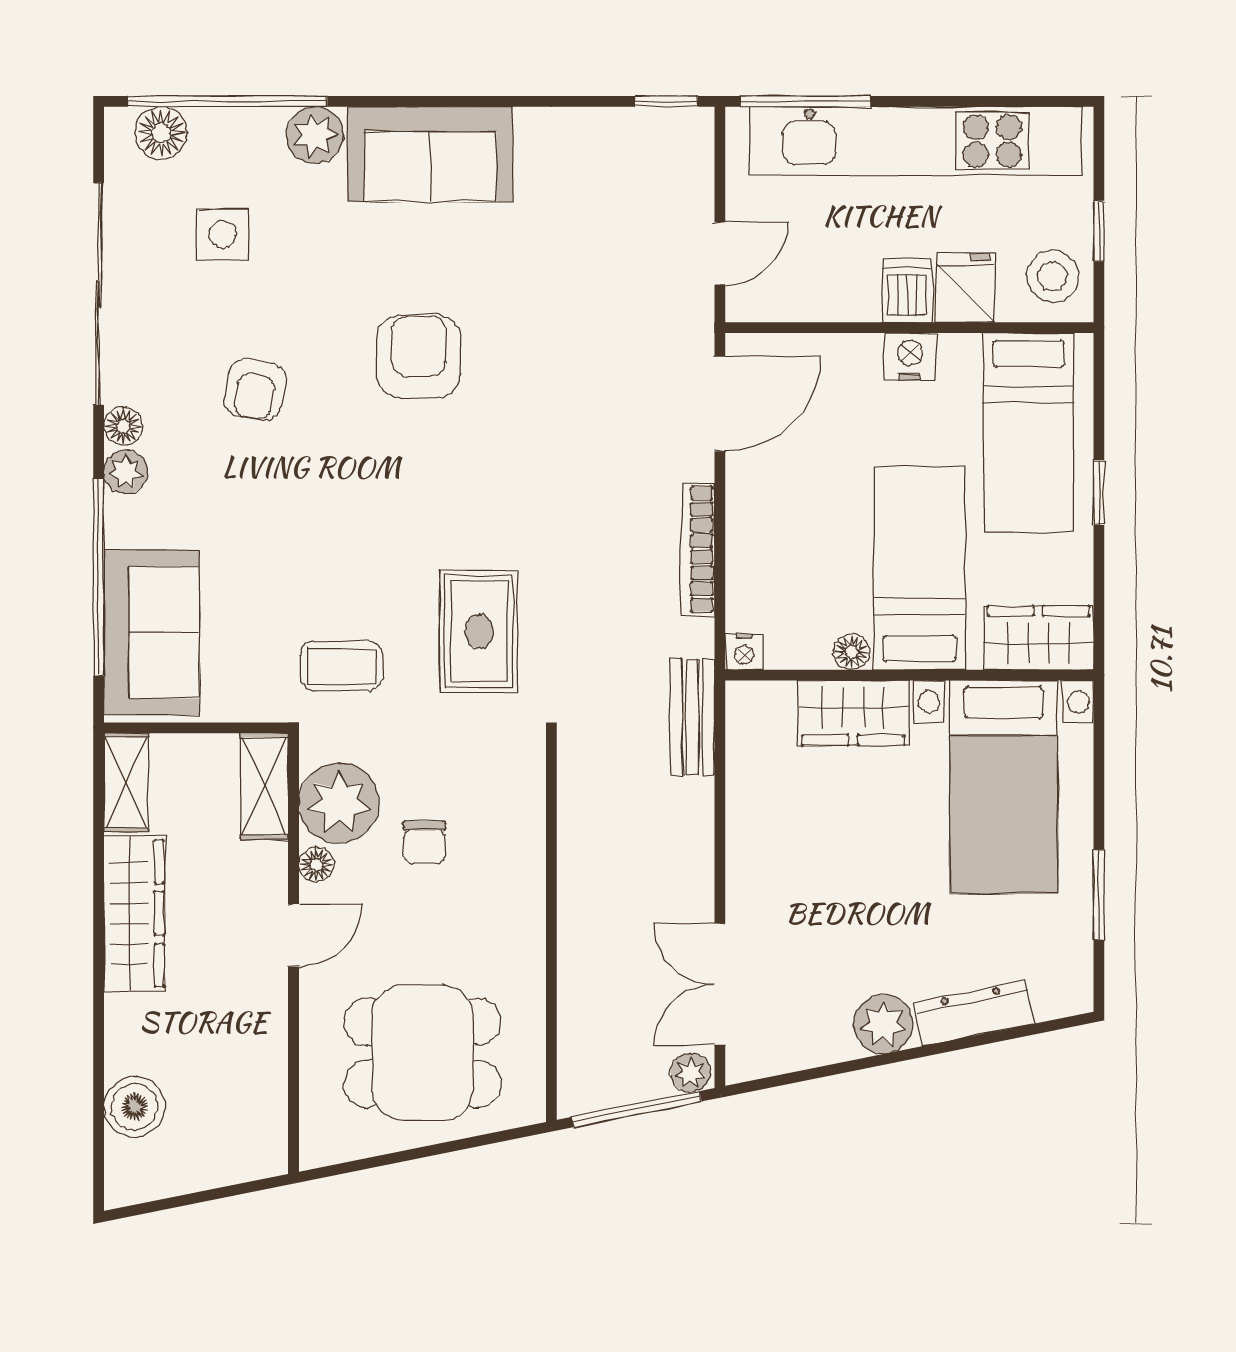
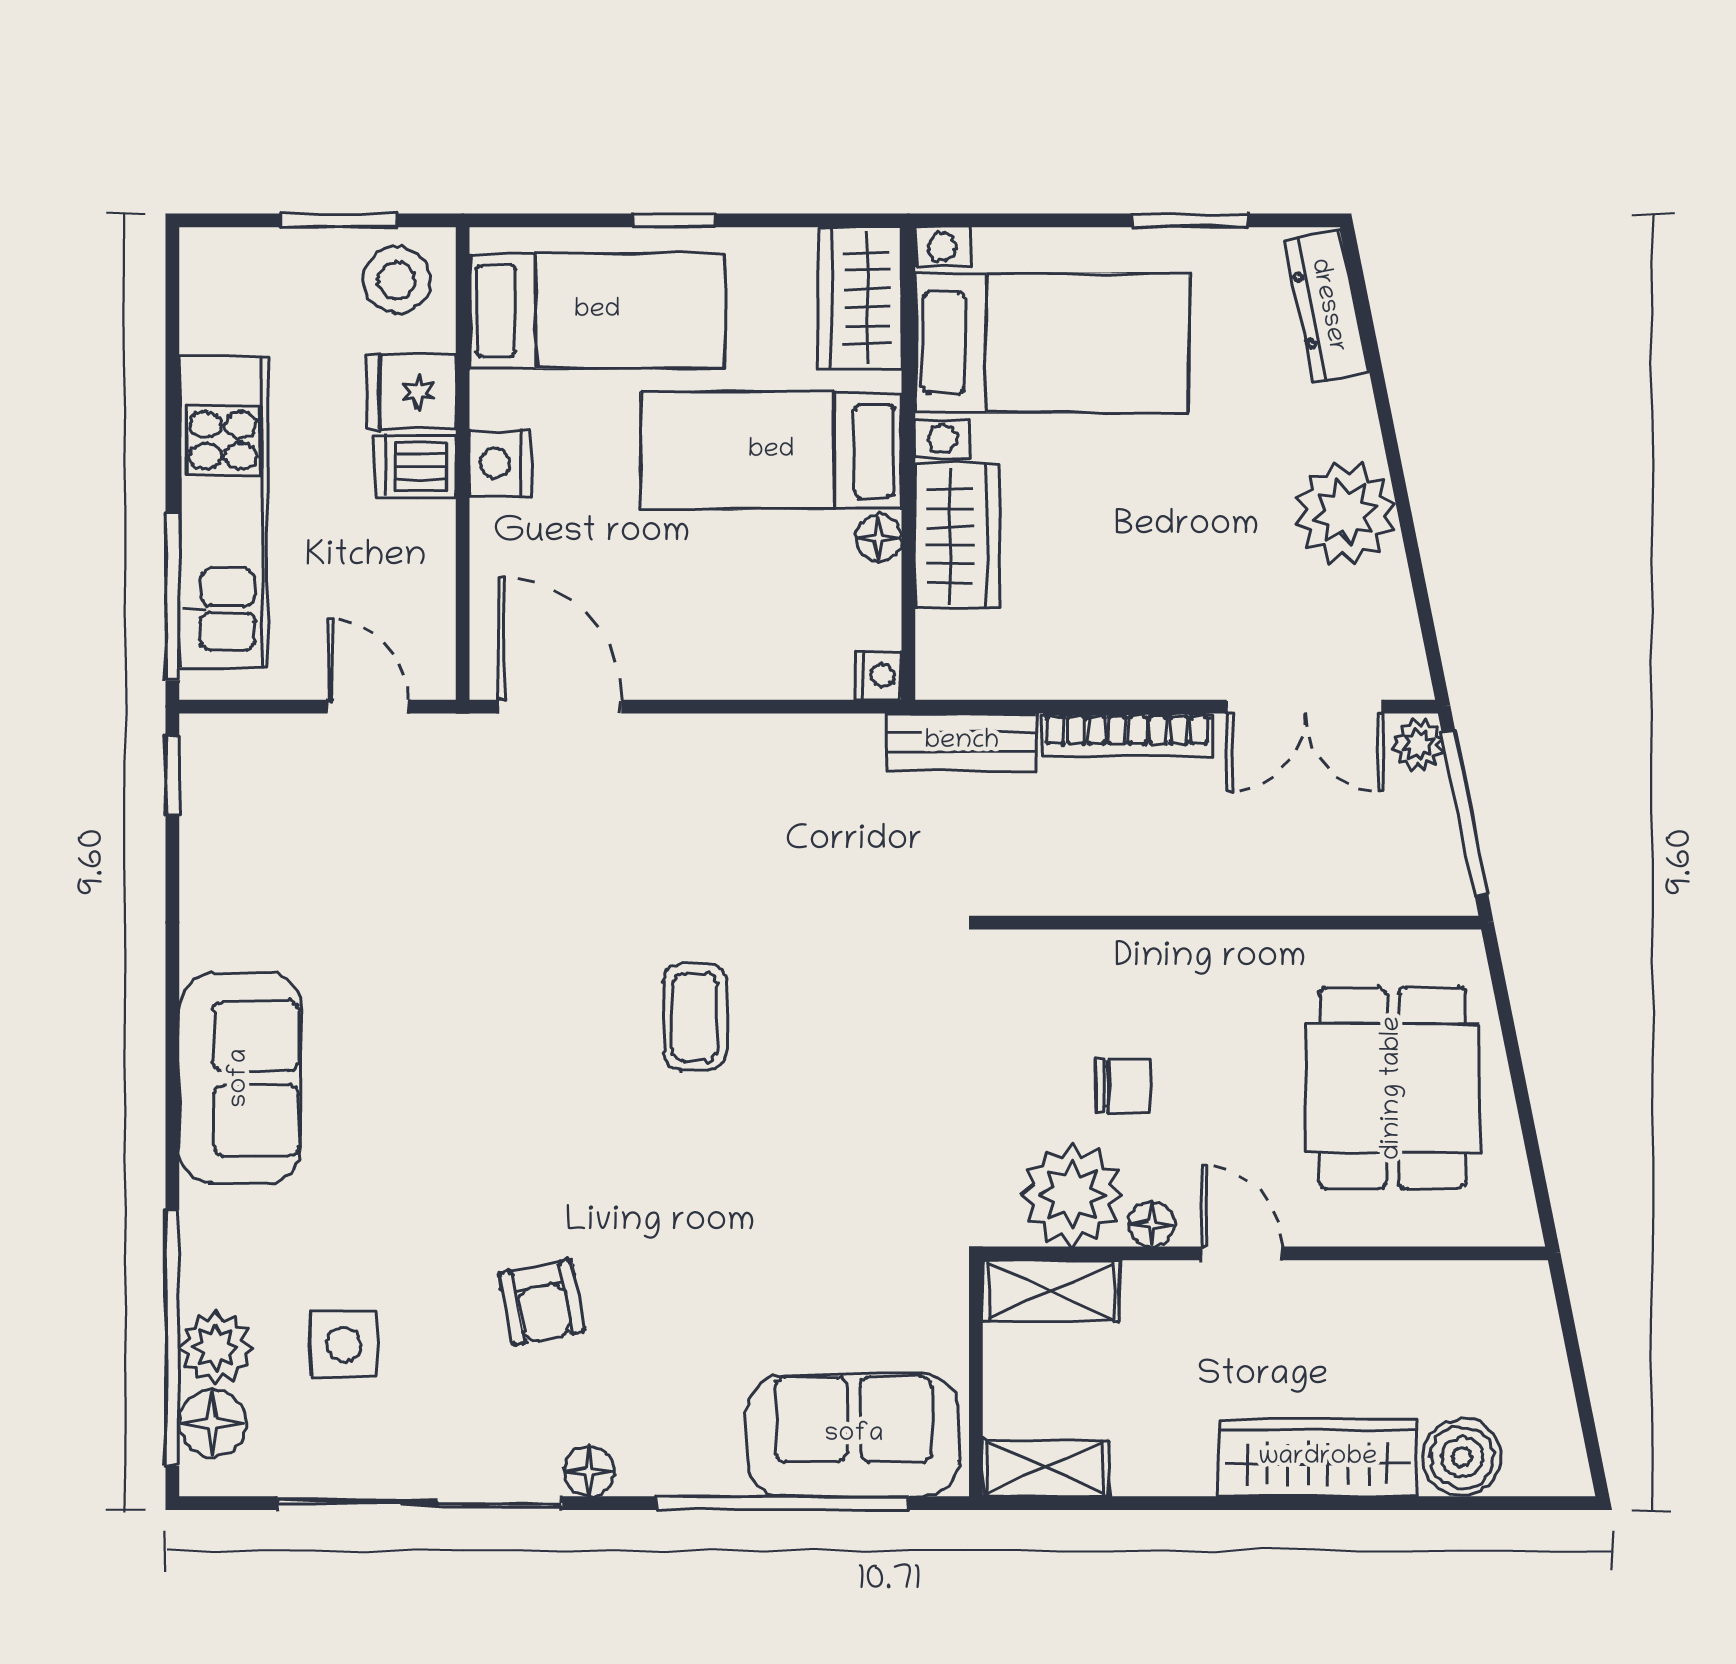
plant: (315, 135) -> (216, 1348), moved
kitchen unit: (916, 141) -> (223, 512), width x0.73
window: (1099, 231) -> (339, 220), width x1.50
armchair: (419, 356) -> (499, 1093), removed
armchair: (255, 389) -> (542, 1303), turned 69
plant: (126, 472) -> (648, 1468), removed
bookcase: (698, 549) -> (1127, 735), moved
rug: (479, 631) -> (852, 1016), removed
coffee table: (341, 666) -> (695, 1017), moved
wardrobe: (134, 913) -> (1318, 1458), moved
dresser: (974, 1013) -> (1327, 306), moved
plant: (883, 1024) -> (1345, 513), width x1.36, depth x1.36

